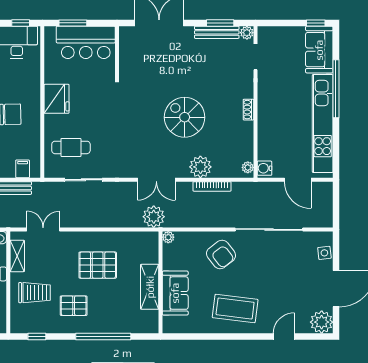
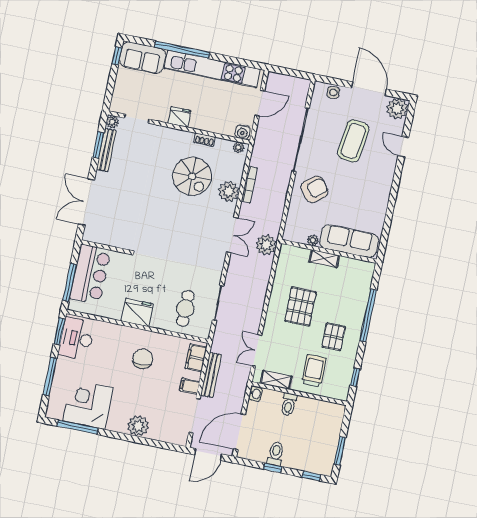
window: (21, 23) -> (59, 331), width x1.50
window: (73, 23) -> (70, 282), width x1.44
fridge: (266, 100) -> (179, 117), added
shoe rack: (248, 110) -> (204, 140), moved
spiral stairs: (185, 117) -> (192, 176), moved, turned -90
filing cabinet: (23, 169) -> (196, 358), width x2.00
plant: (168, 237) -> (313, 240), moved
shelving: (150, 287) -> (324, 259), width x0.67, depth x0.75
sofa: (175, 293) -> (349, 241), width x1.36
coffee table: (235, 308) -> (353, 141), moved

